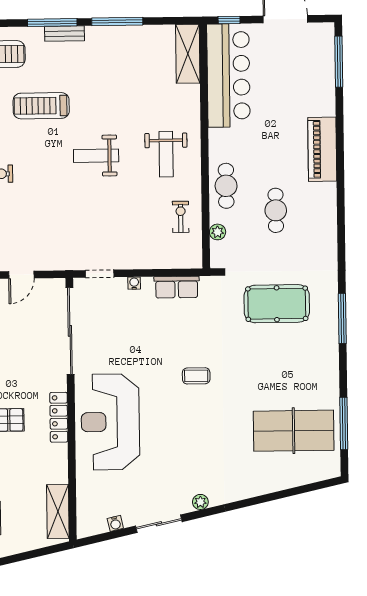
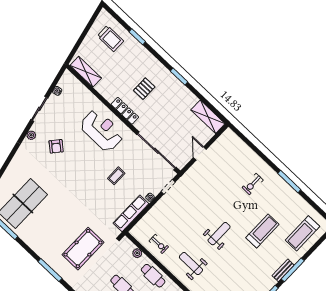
row of seats: (177, 287) -> (131, 213), width x1.48
coffee table: (196, 376) -> (116, 176), moved
reception desk: (110, 422) -> (102, 130), width x0.74, depth x0.77
armchair: (184, 458) -> (56, 146), added

